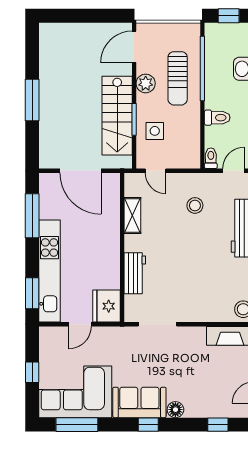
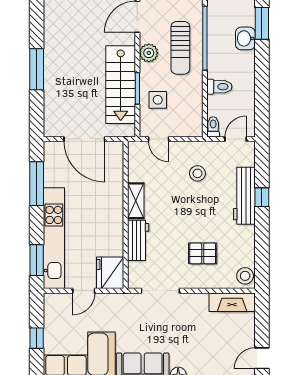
shelving: (132, 215) -> (136, 201), moved
pallet: (200, 286) -> (203, 253), added

